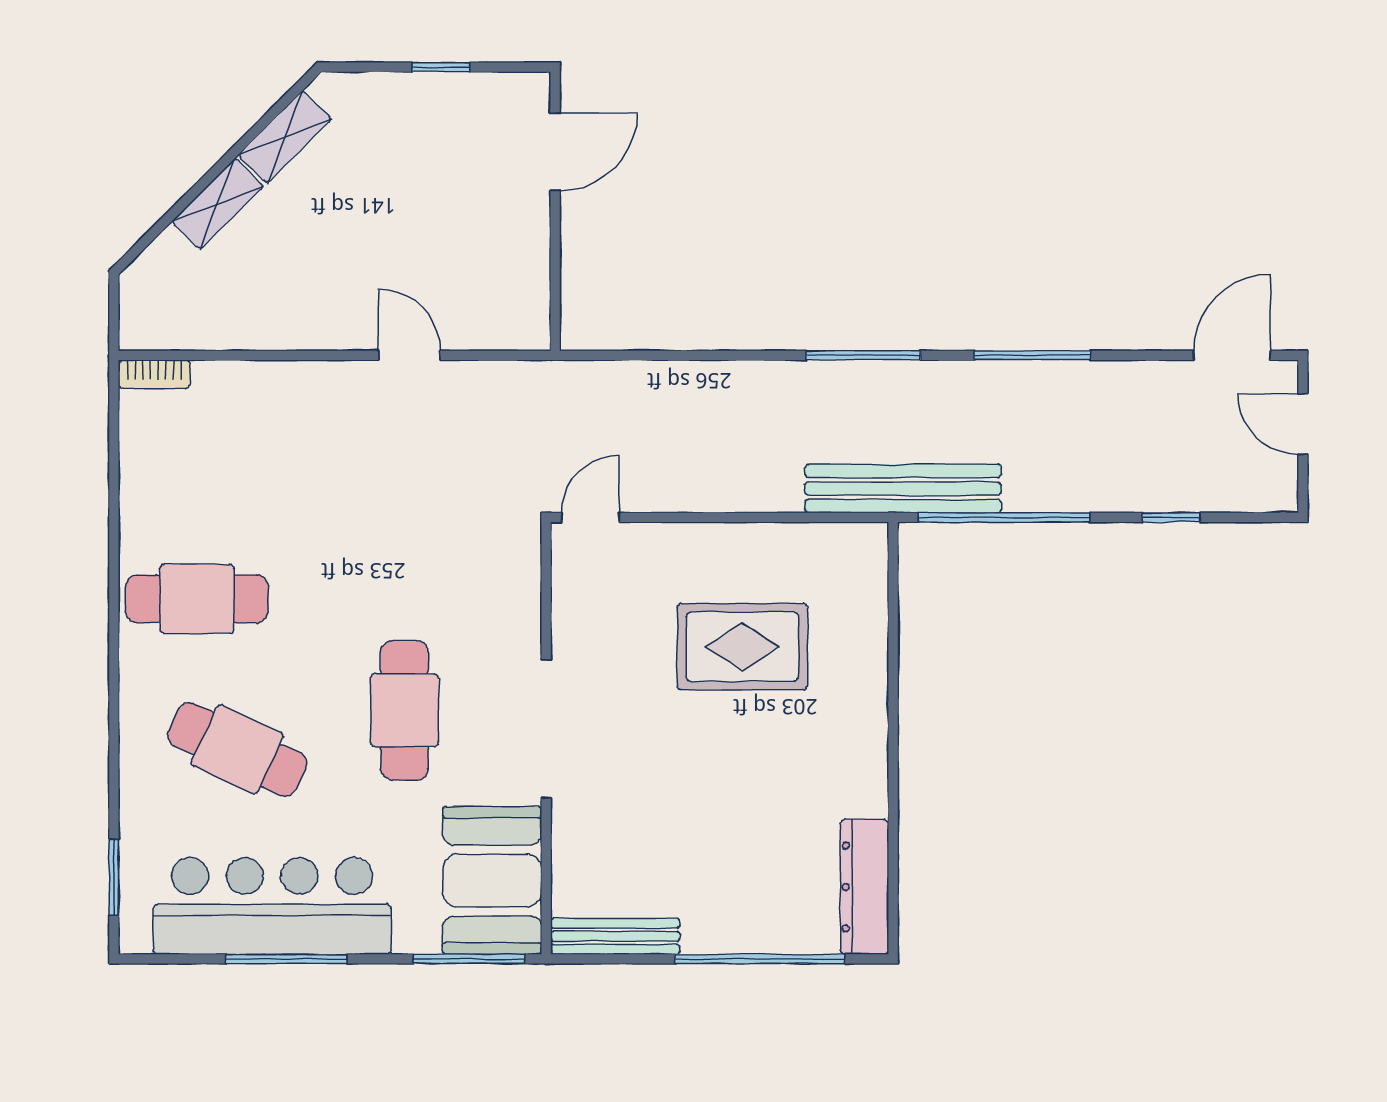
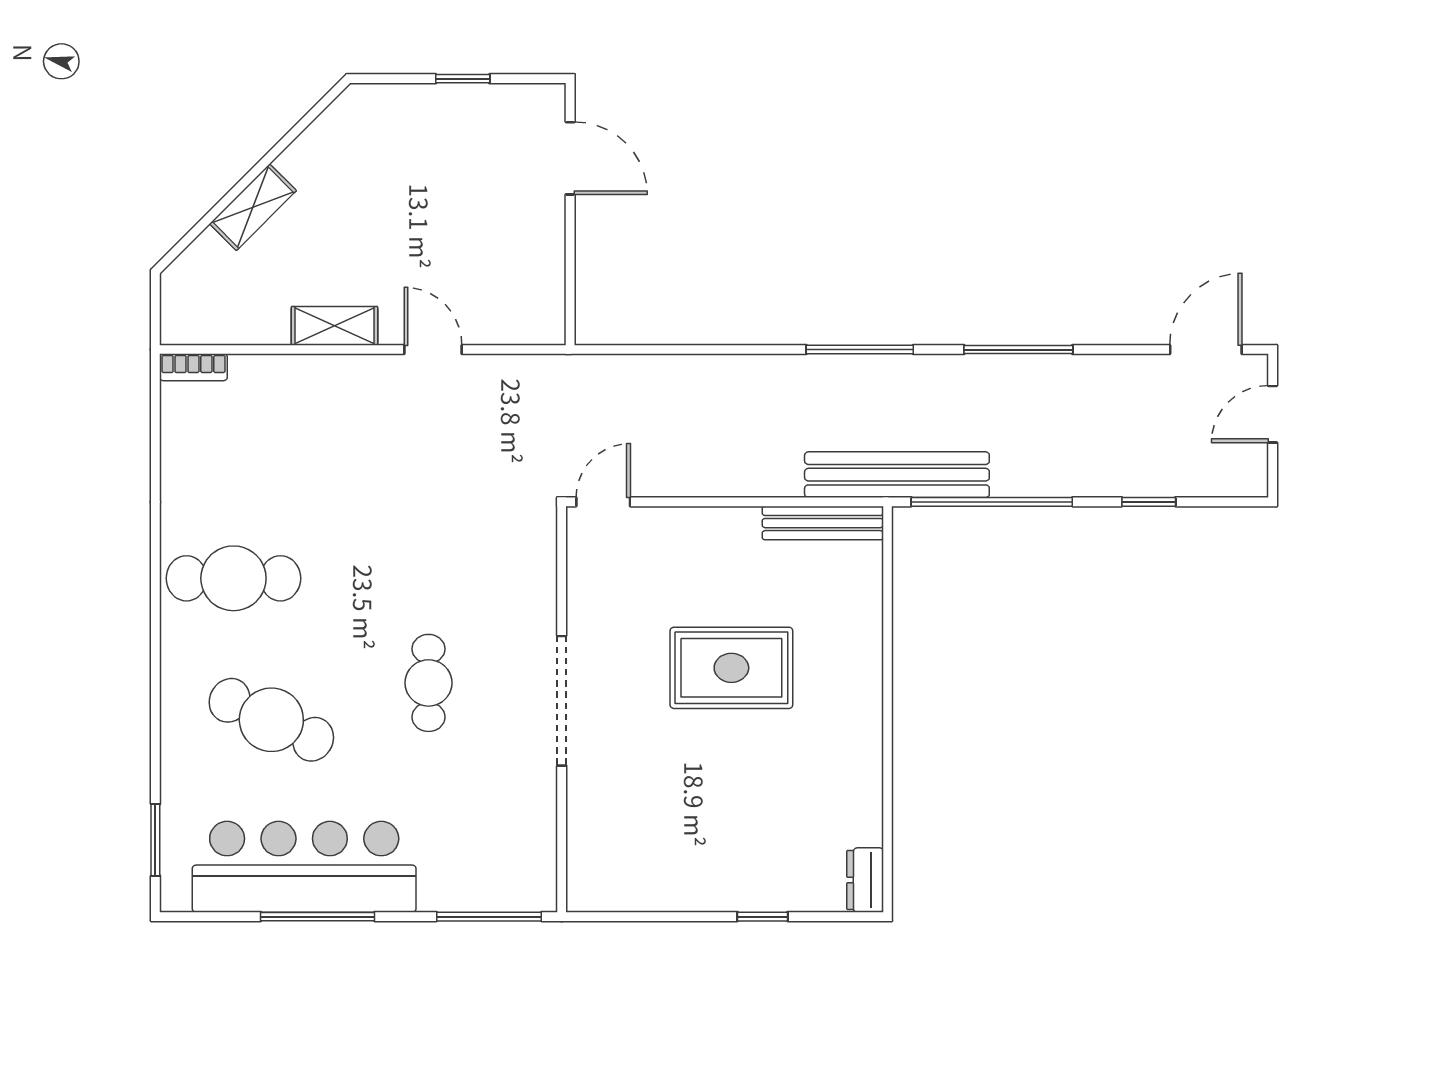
shelving: (285, 137) -> (334, 326), moved, turned 45
door: (555, 152) -> (570, 158), hinge flipped
door: (1303, 424) -> (1273, 414), hinge flipped
rug: (742, 647) -> (731, 668), moved
cafe table: (404, 710) -> (429, 683), width x0.73, depth x0.74
booth: (492, 880) -> (511, 843), removed
dresser: (864, 887) -> (865, 880), width x0.51, depth x0.80
bench: (615, 936) -> (823, 523), moved
window: (760, 959) -> (762, 917), width x0.32

